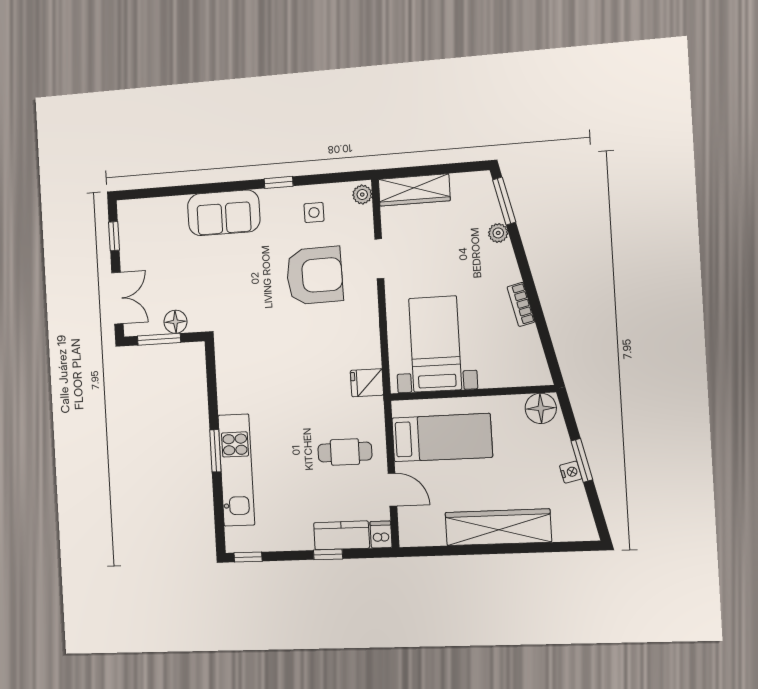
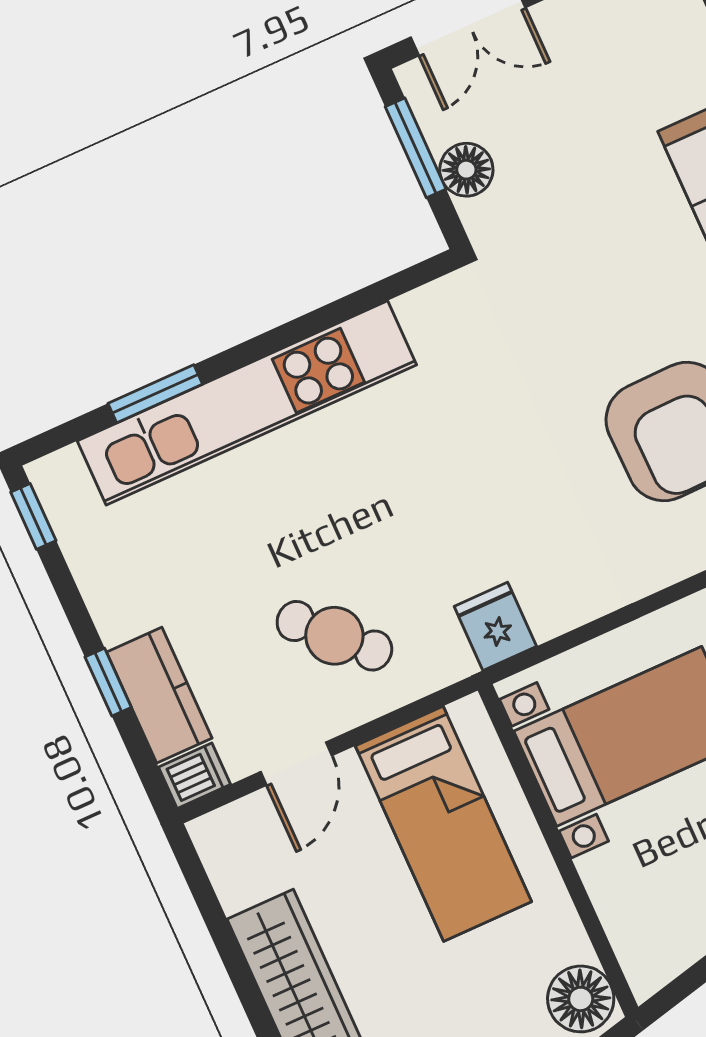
window: (215, 451) -> (155, 394), moved
cafe table: (345, 452) -> (334, 636), turned -45
kitchen unit: (236, 470) -> (247, 403), width x1.36

